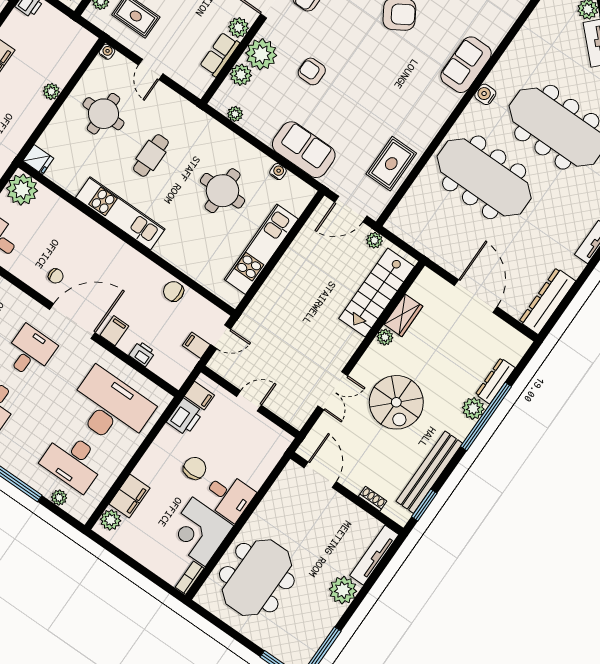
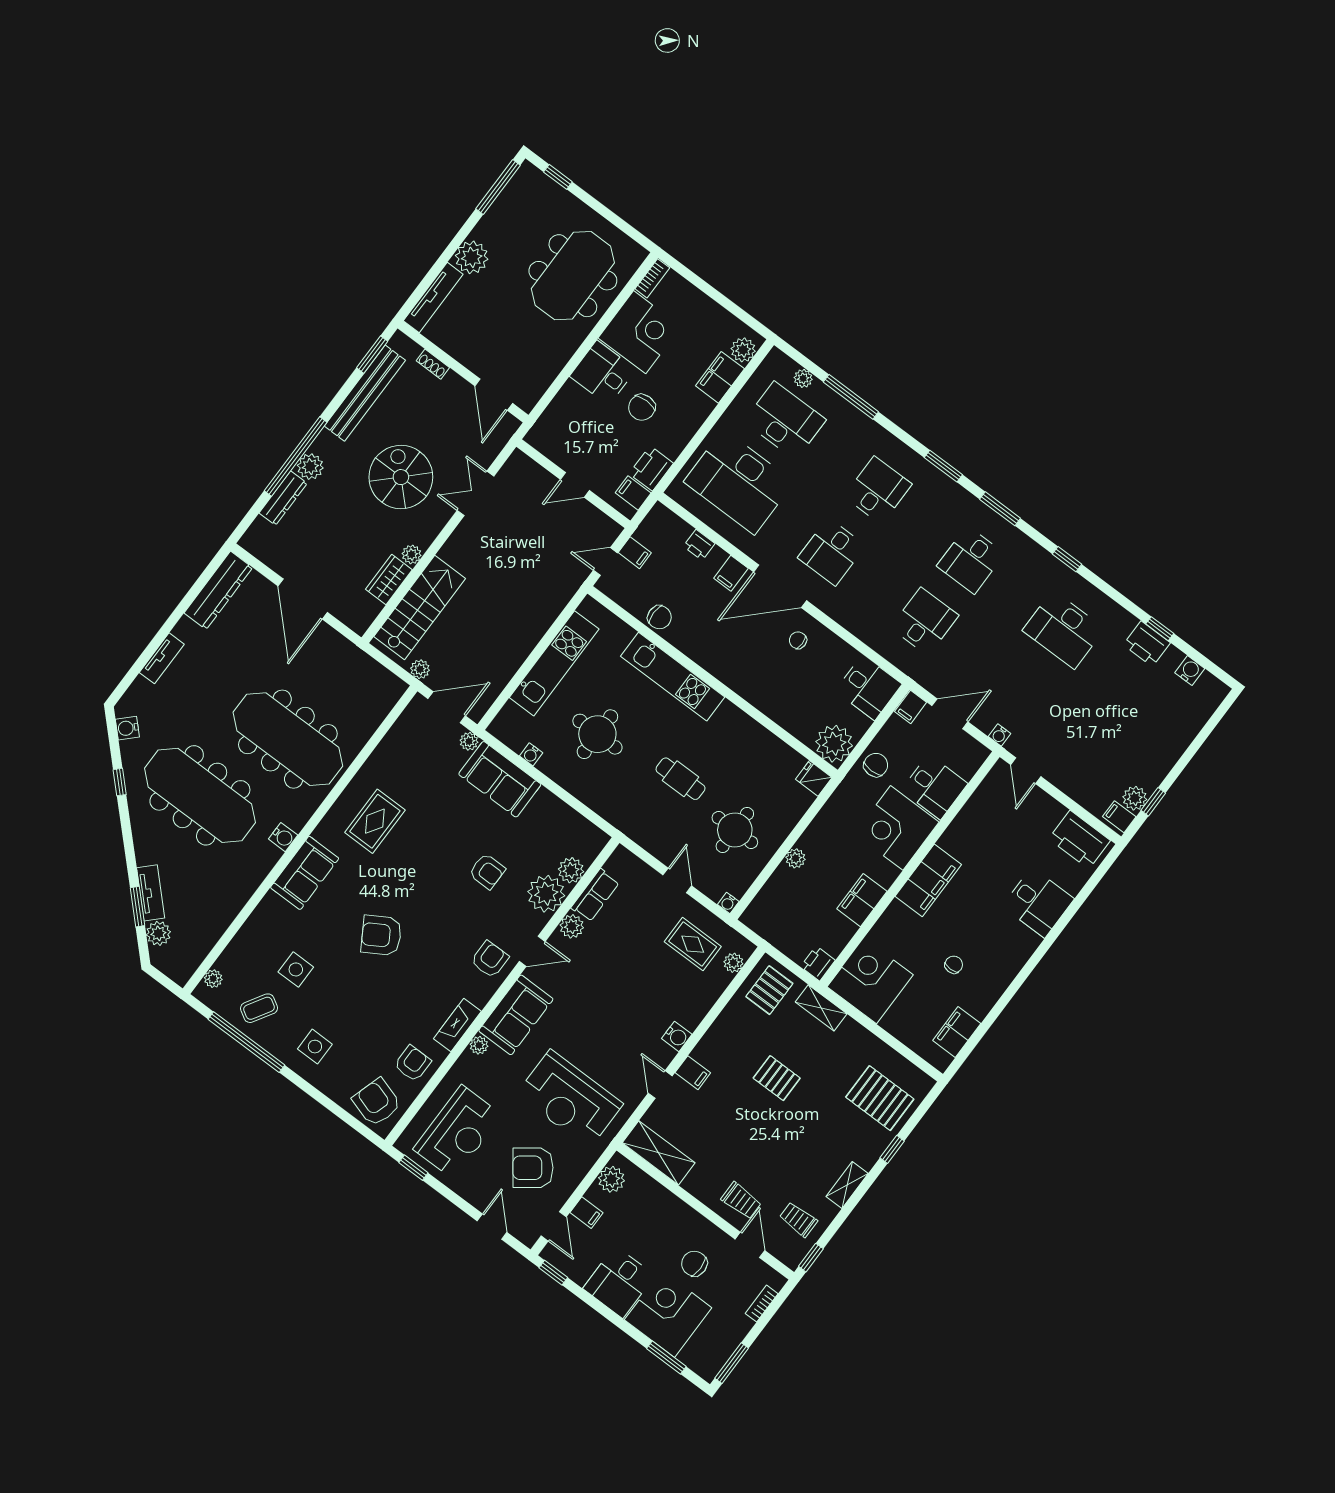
plant: (235, 114) -> (469, 741), moved
cafe table: (151, 155) -> (681, 779), turned 90
rug: (391, 164) -> (375, 821), moved
kitchen unit: (120, 213) -> (673, 677), moved

